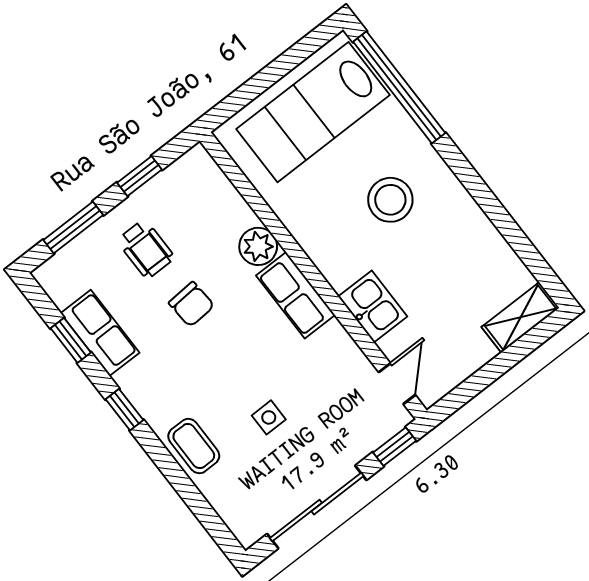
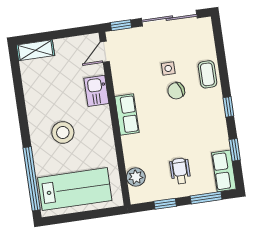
plant: (258, 246) -> (136, 177), moved
chair: (191, 304) -> (176, 91), moved, turned -104
row of seats: (100, 333) -> (224, 171), moved

